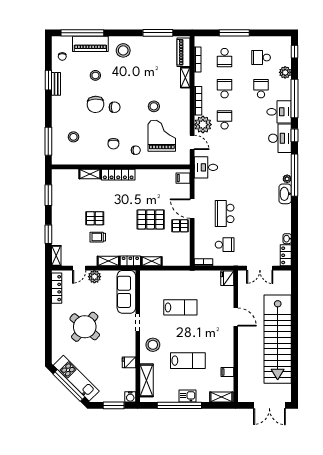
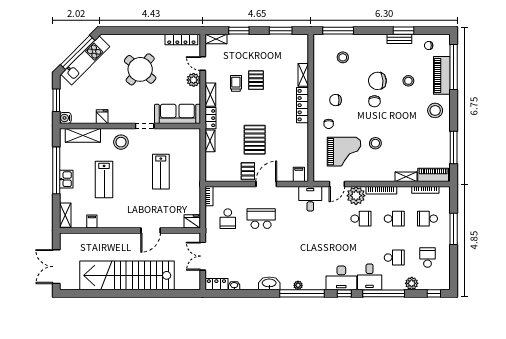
washbasin: (285, 194) -> (269, 283), moved

